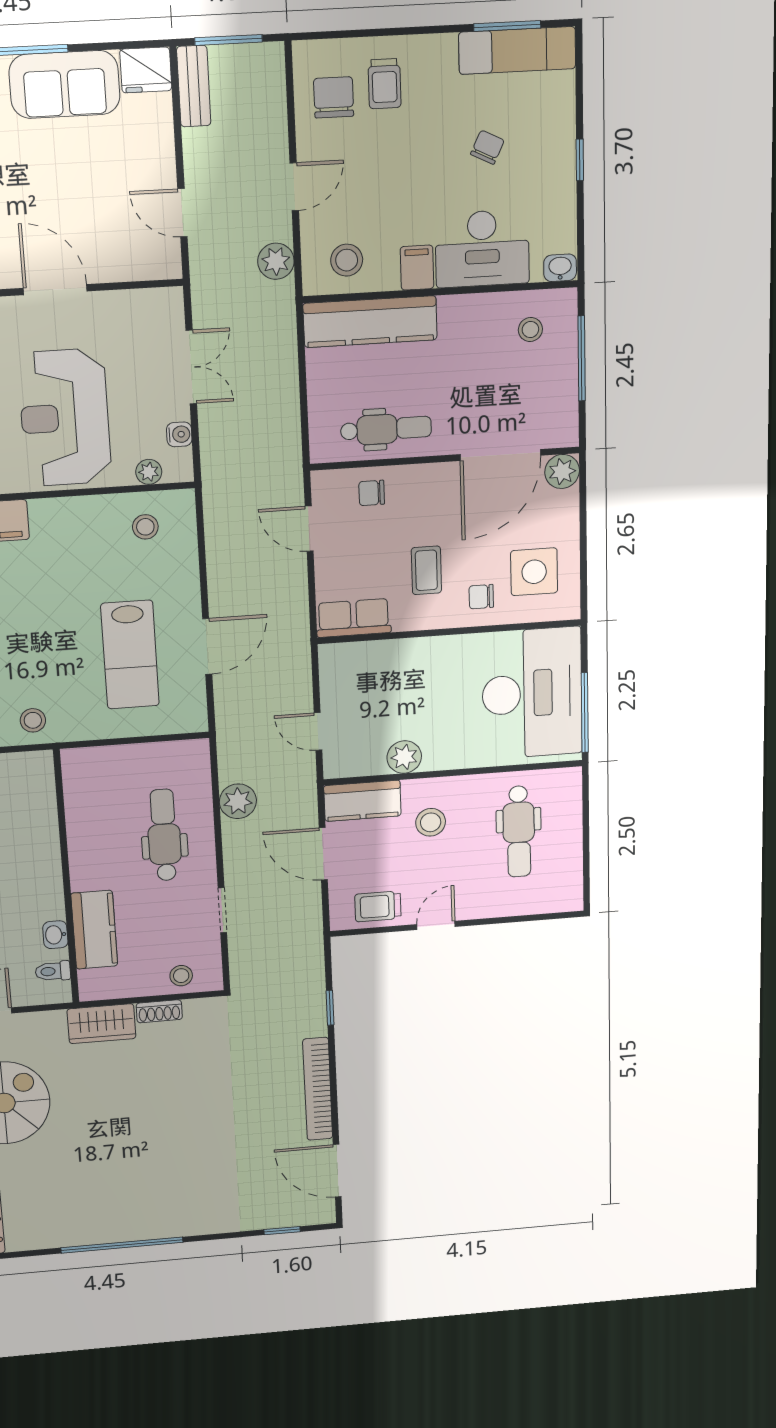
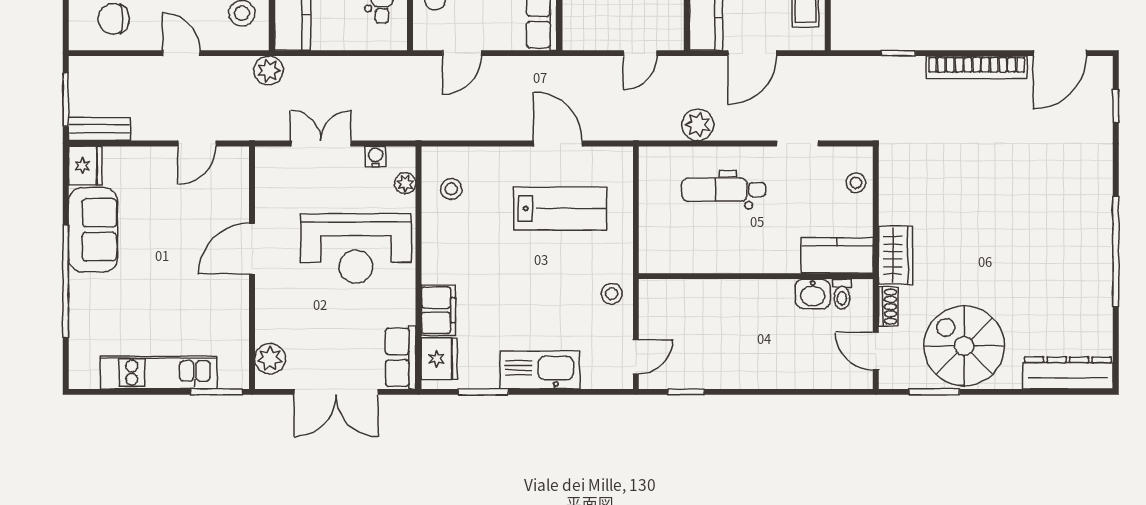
plant: (276, 261) -> (269, 71), moved
kitchen counter: (94, 930) -> (837, 255), moved
washbasin: (55, 935) -> (813, 294), width x1.38, depth x1.45
shoe rack: (159, 1011) -> (888, 307), moved

